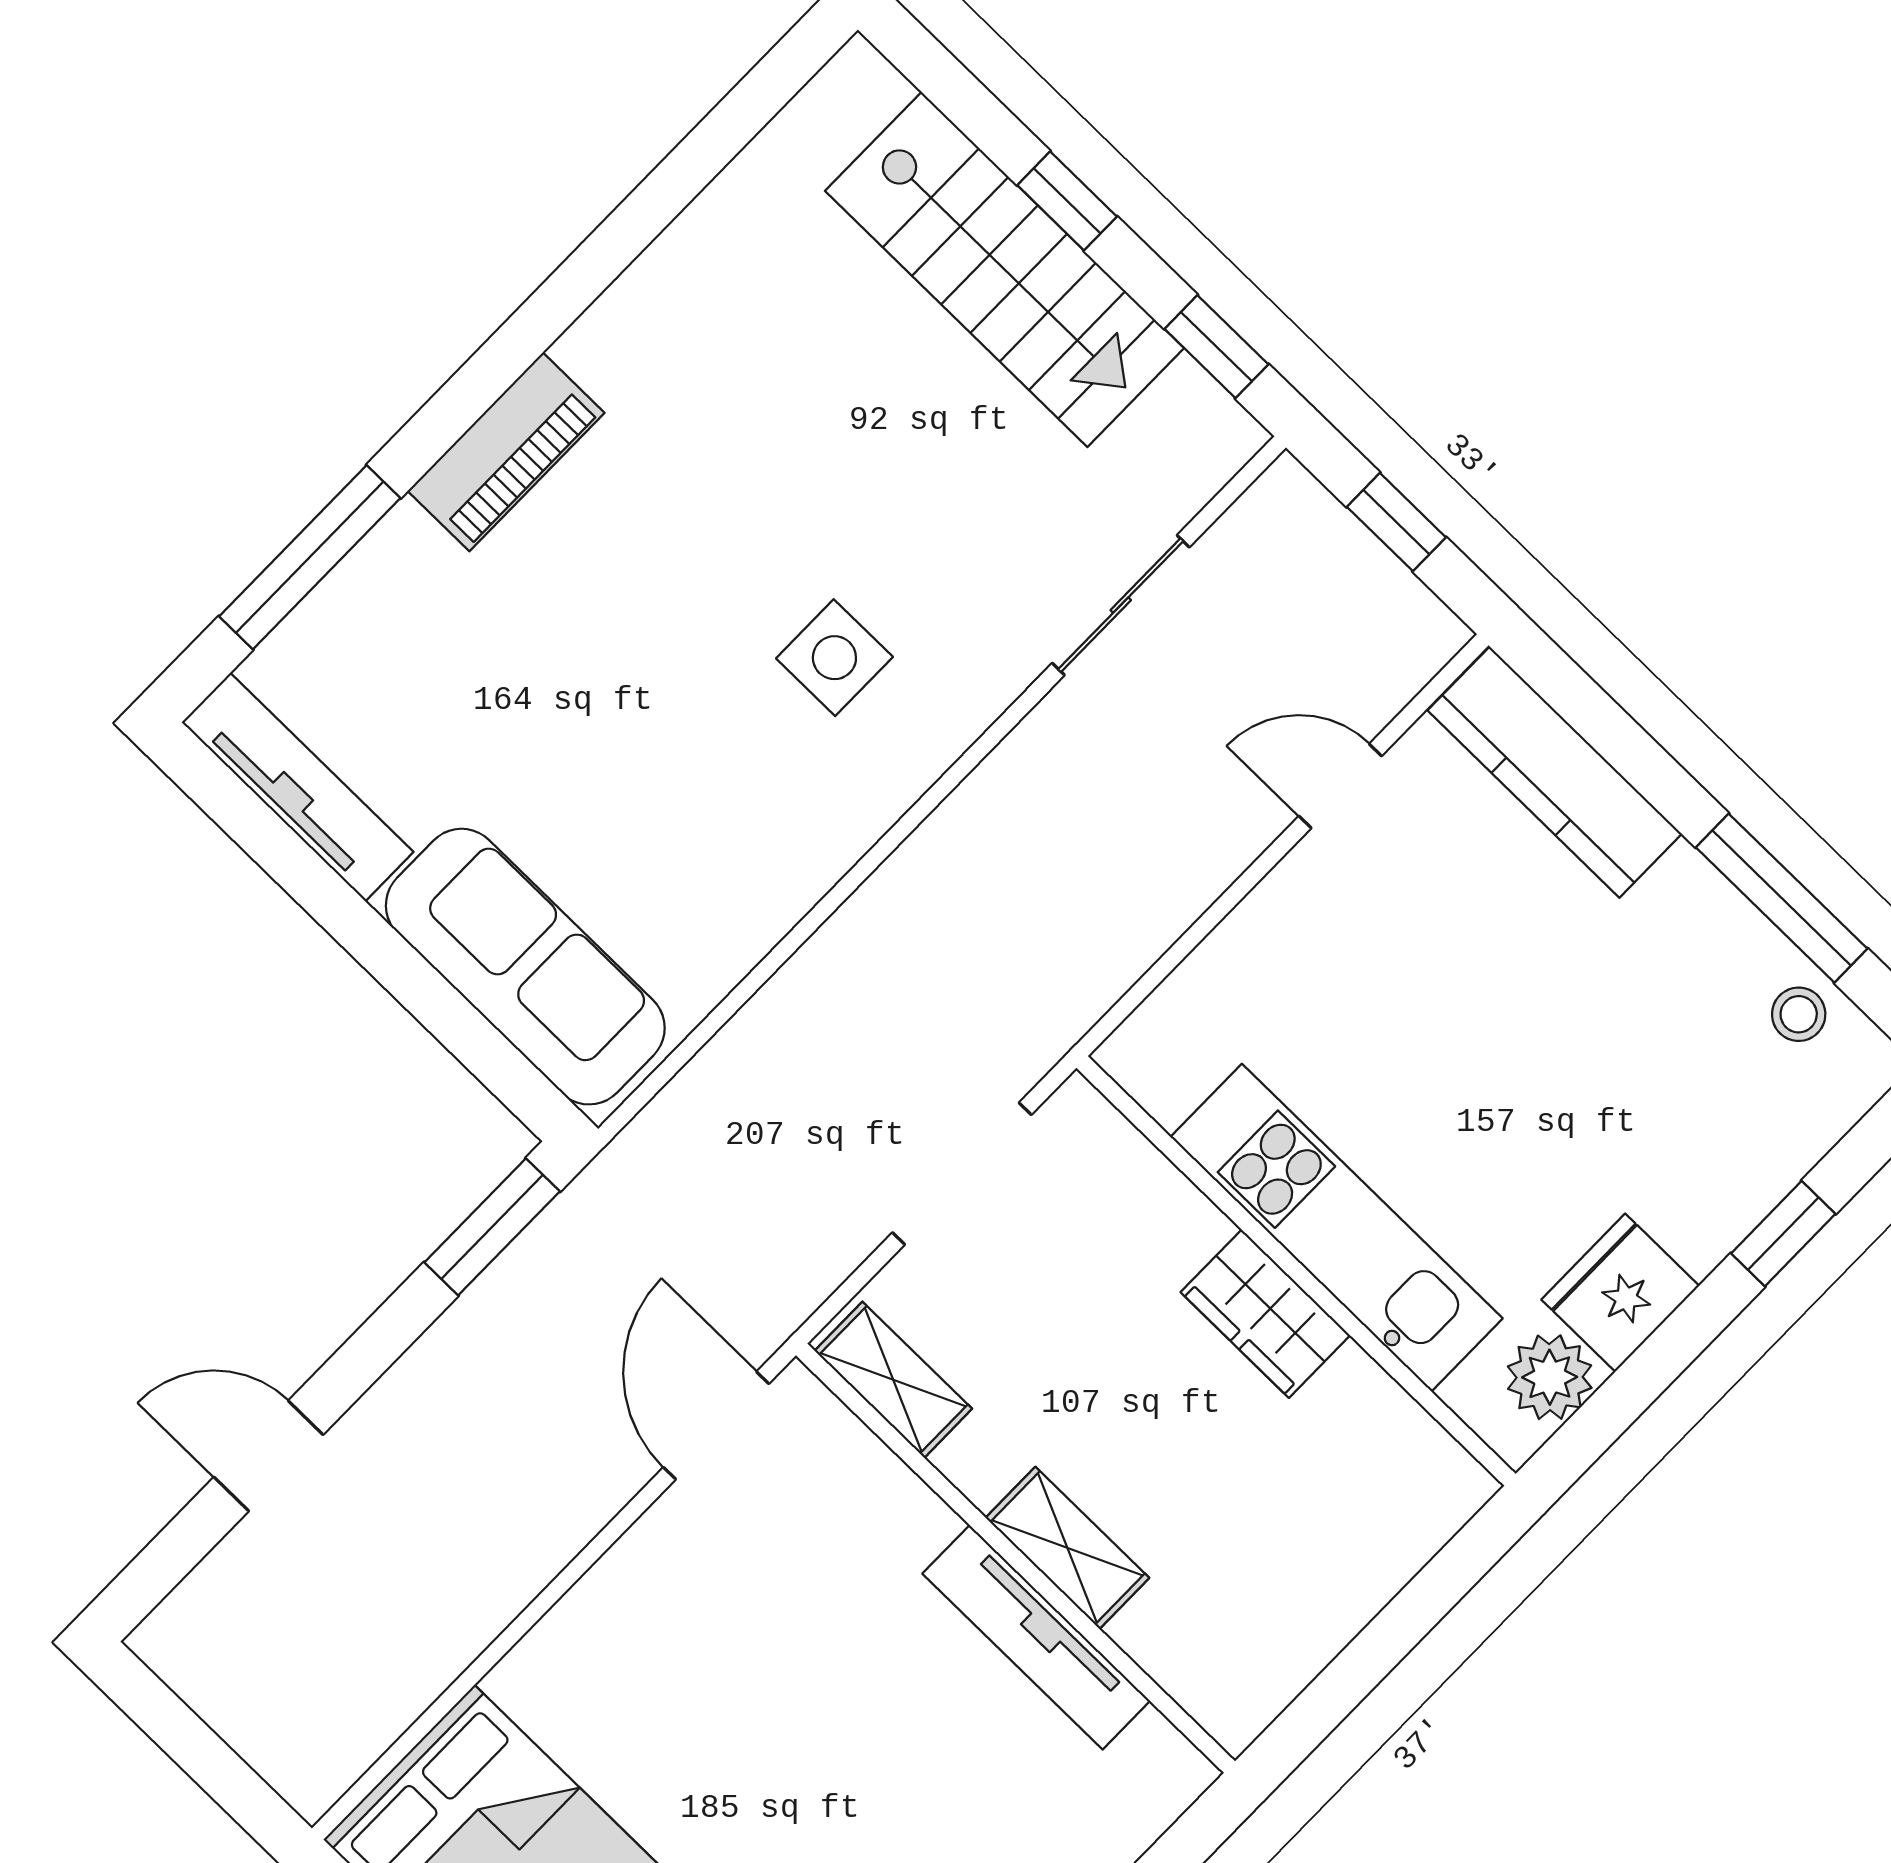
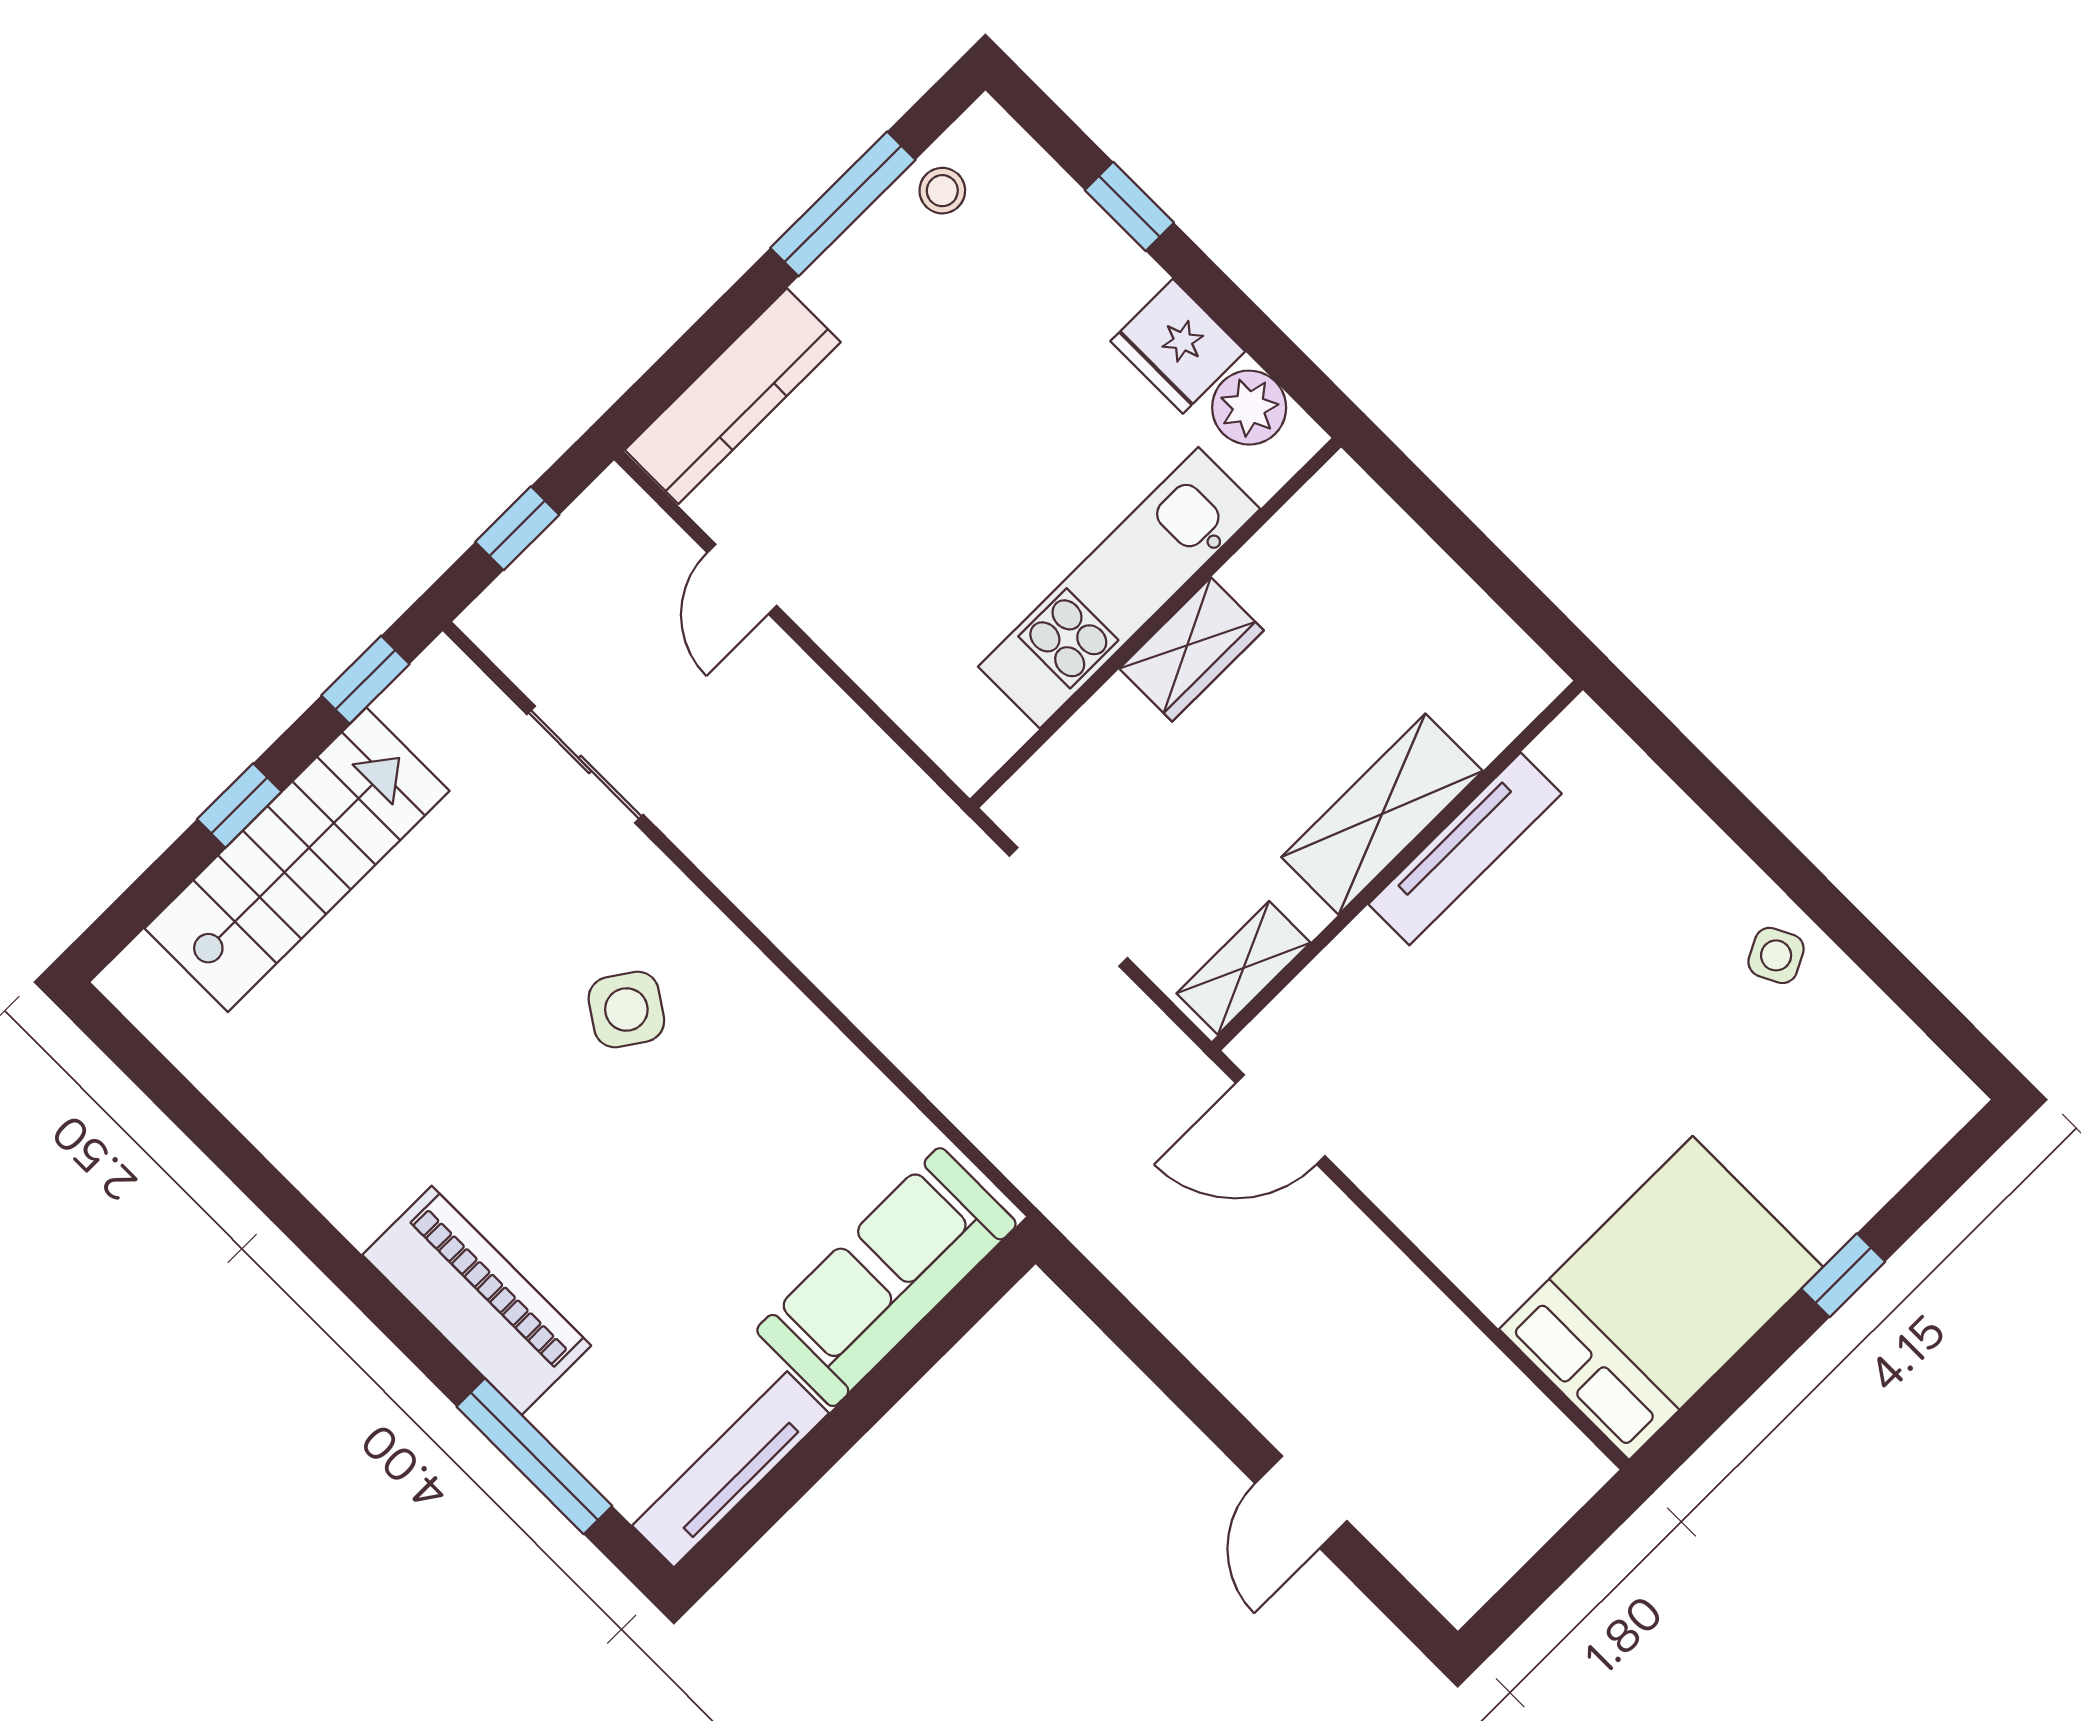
piano: (506, 452) -> (477, 1300), width x1.37, depth x1.33
side table: (834, 658) -> (626, 1009), turned 34
window: (492, 1227) -> (1108, 1309), removed
shelving: (1067, 1548) -> (1382, 814), width x1.50, depth x1.33

